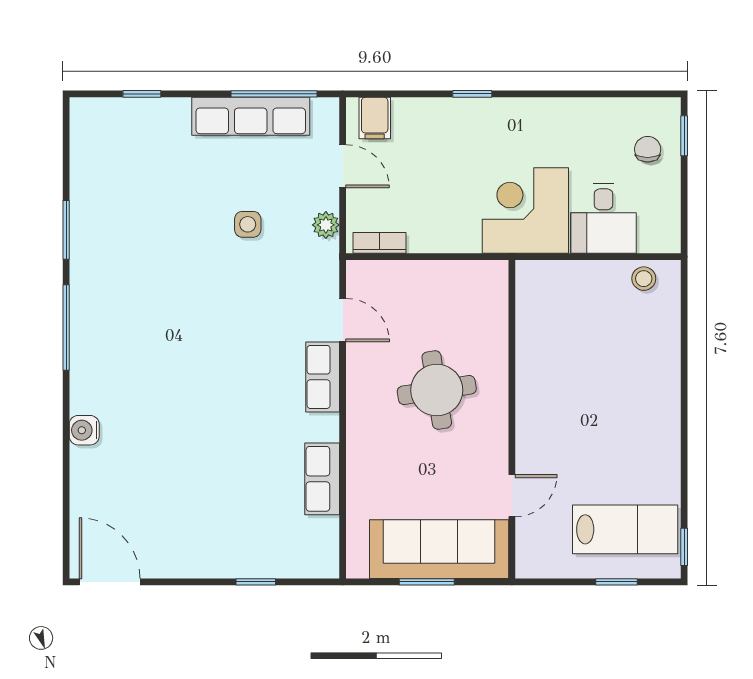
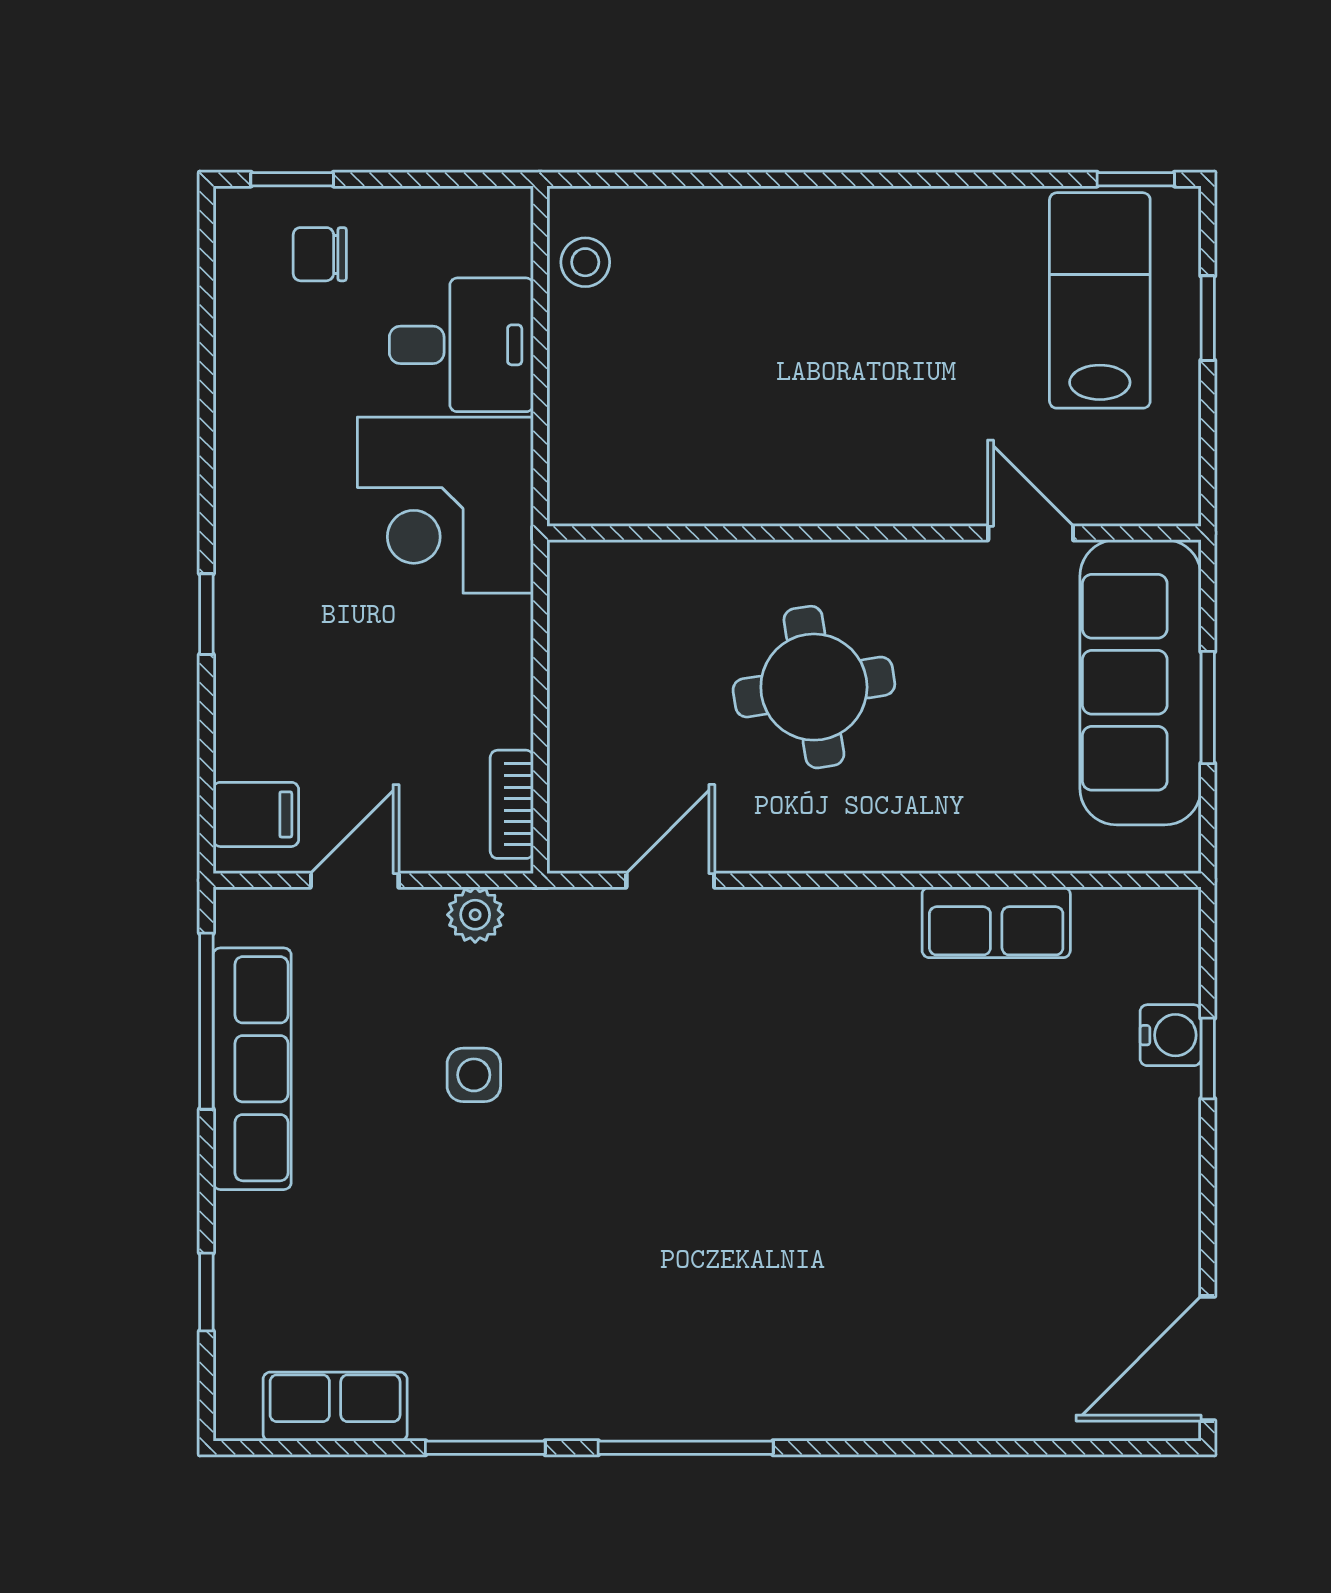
row of seats: (323, 377) -> (335, 1407), moved, turned 180
water cooler: (84, 430) -> (1171, 1035), moved, turned -90

